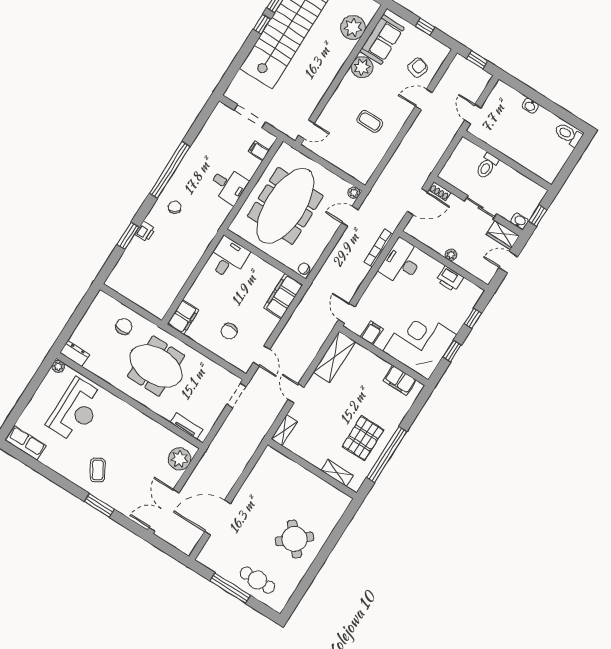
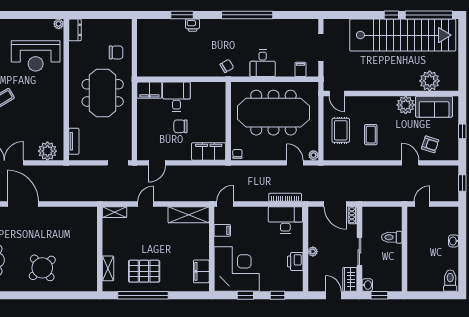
rug: (346, 149) -> (341, 130), added
chair: (175, 207) -> (227, 66), moved
desk: (228, 258) -> (176, 97), moved, turned -90
chair: (229, 331) -> (180, 126), moved

